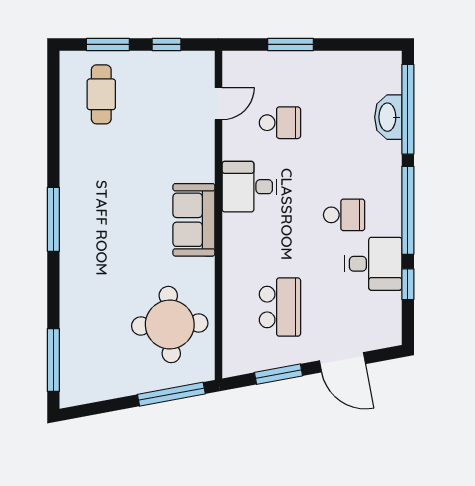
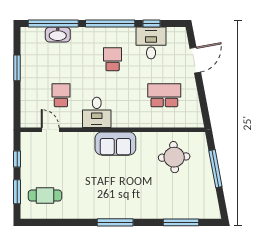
window: (291, 44) -> (17, 68), moved
desk: (373, 264) -> (151, 43), moved
round table: (170, 325) -> (174, 157), width x0.73, depth x0.73
window: (53, 360) -> (181, 222), moved
window: (278, 374) -> (202, 96), removed
window: (171, 394) -> (215, 169), moved

